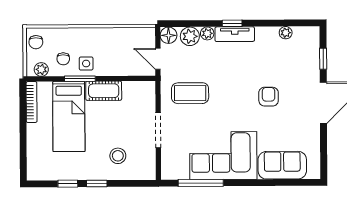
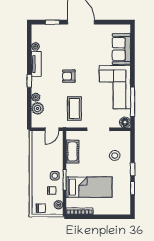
tv unit: (235, 34) -> (36, 64), moved
floor lamp: (169, 35) -> (125, 122), moved
cot: (104, 91) -> (72, 152), moved
armchair: (269, 97) -> (69, 76), moved

